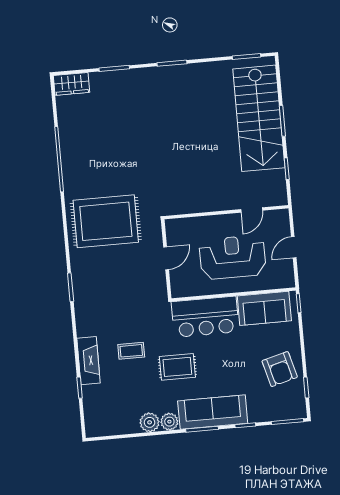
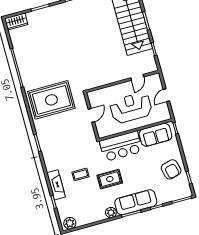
plant: (150, 422) -> (70, 223), moved

